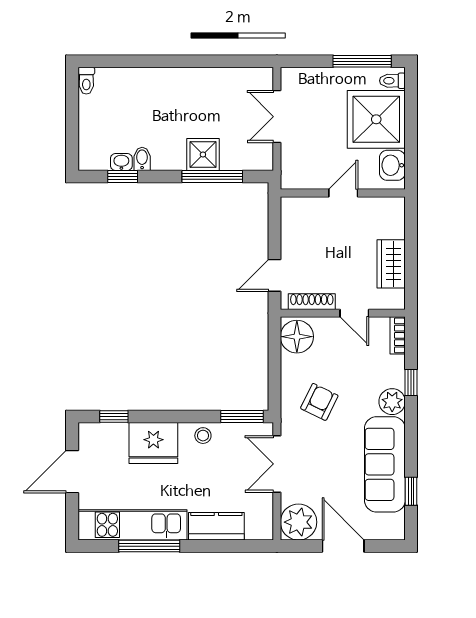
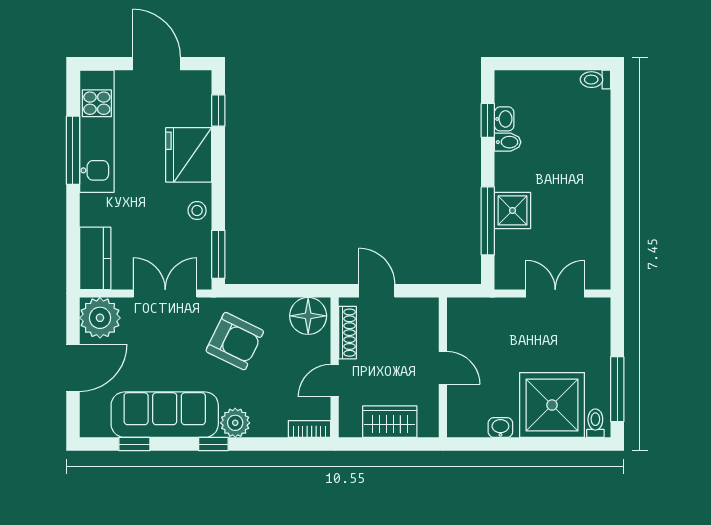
washbasin: (392, 165) -> (500, 428), width x0.72, depth x0.69
door: (343, 193) -> (443, 368), moved
wall: (343, 193) -> (443, 367), moved
window: (411, 382) -> (213, 444), moved
armchair: (319, 402) -> (235, 341), width x1.38, depth x1.38
kitchen counter: (216, 526) -> (95, 258), moved

